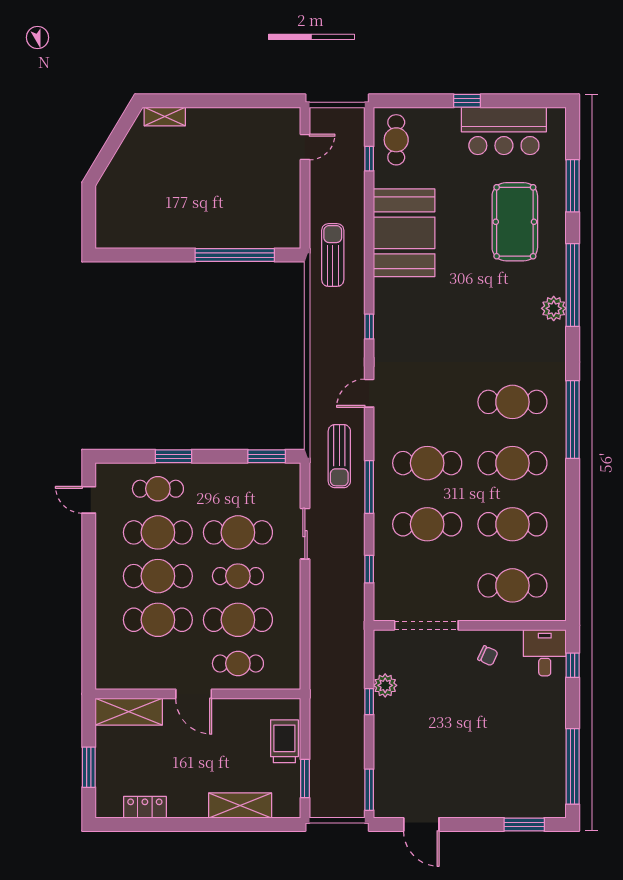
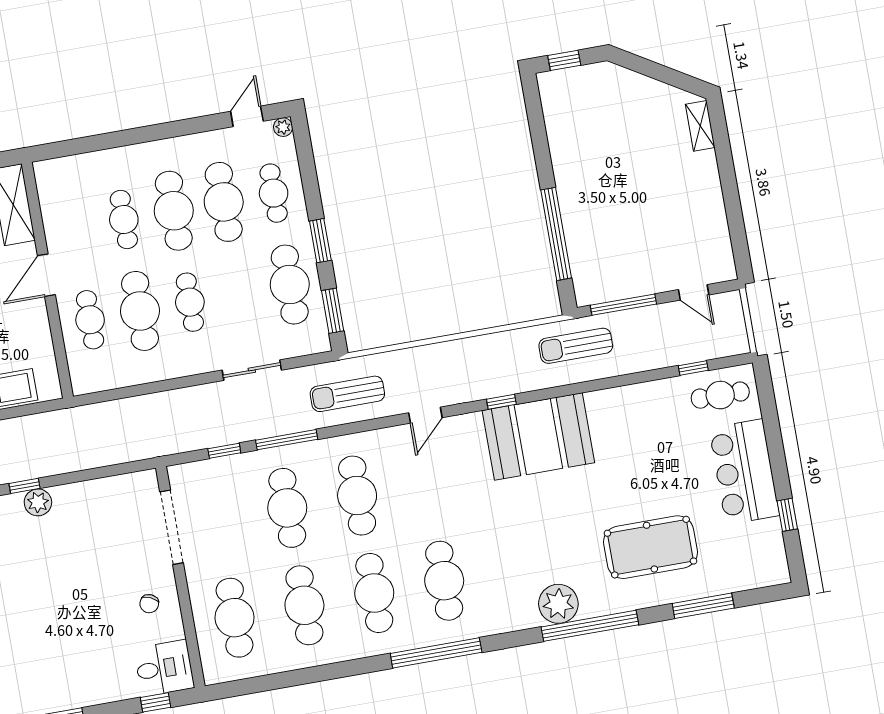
window: (467, 101) -> (787, 515), moved
bar counter: (504, 131) -> (744, 472), moved
window: (305, 208) -> (623, 305), added
window: (89, 222) -> (564, 60), added
booth: (404, 233) -> (538, 437), moved
sun lounger: (333, 255) -> (576, 346), turned 180
plant: (554, 308) -> (558, 604), width x1.36, depth x1.36
door: (369, 393) -> (425, 415), swing flipped
window: (173, 456) -> (320, 241), moved
plant: (103, 471) -> (283, 127), added
window: (369, 487) -> (287, 440), moved
cafe table: (238, 532) -> (290, 285), moved
cafe table: (158, 620) -> (124, 219), width x0.73, depth x0.74
plant: (385, 685) -> (38, 502), moved
window: (369, 702) -> (25, 486), moved

